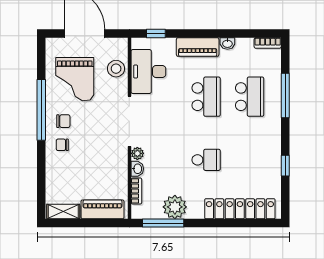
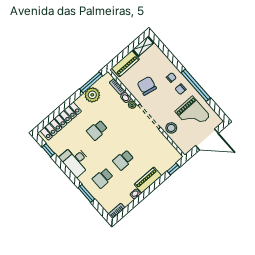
stool: (116, 69) -> (171, 128), moved
desk: (148, 71) -> (75, 161), moved, turned 180
grand piano: (75, 79) -> (193, 114), turned 180
window: (285, 96) -> (86, 193), width x0.69
school desk: (206, 97) -> (123, 160), width x0.54
school desk: (250, 97) -> (103, 178), width x0.54
chair: (100, 161) -> (147, 86), added
window: (285, 166) -> (48, 150), moved

